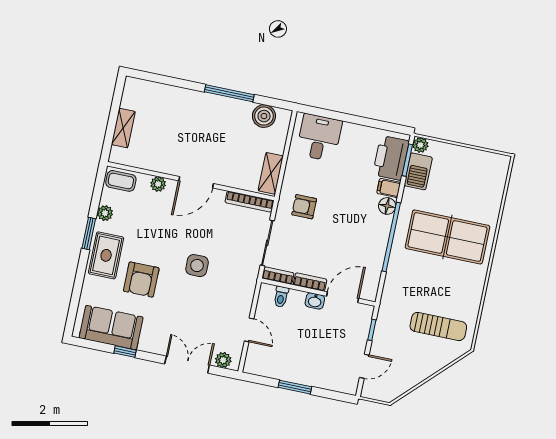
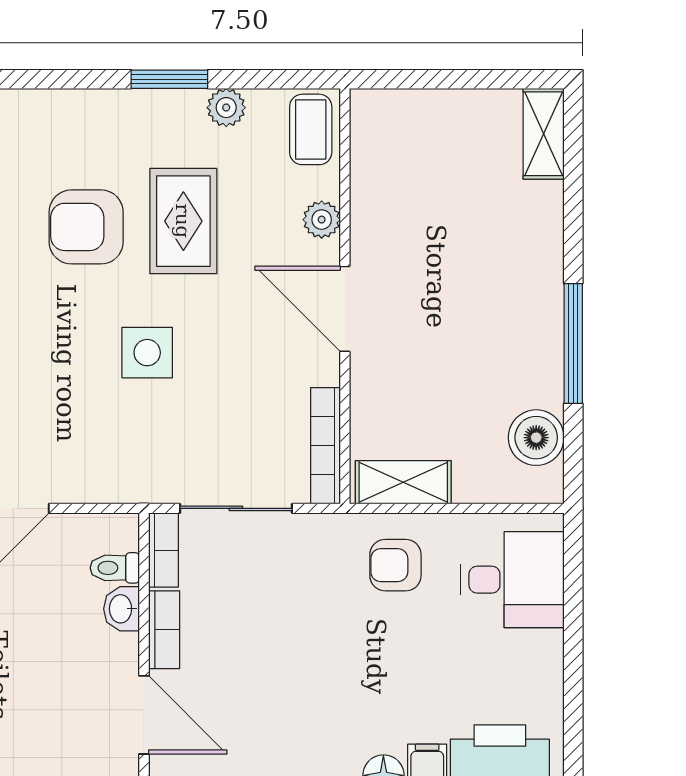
shelving: (123, 128) -> (544, 134), moved, turned 90
armchair: (304, 207) -> (395, 565), moved, turned -90
rug: (106, 255) -> (183, 221), moved, turned 90
washbasin: (315, 301) -> (122, 609), moved

